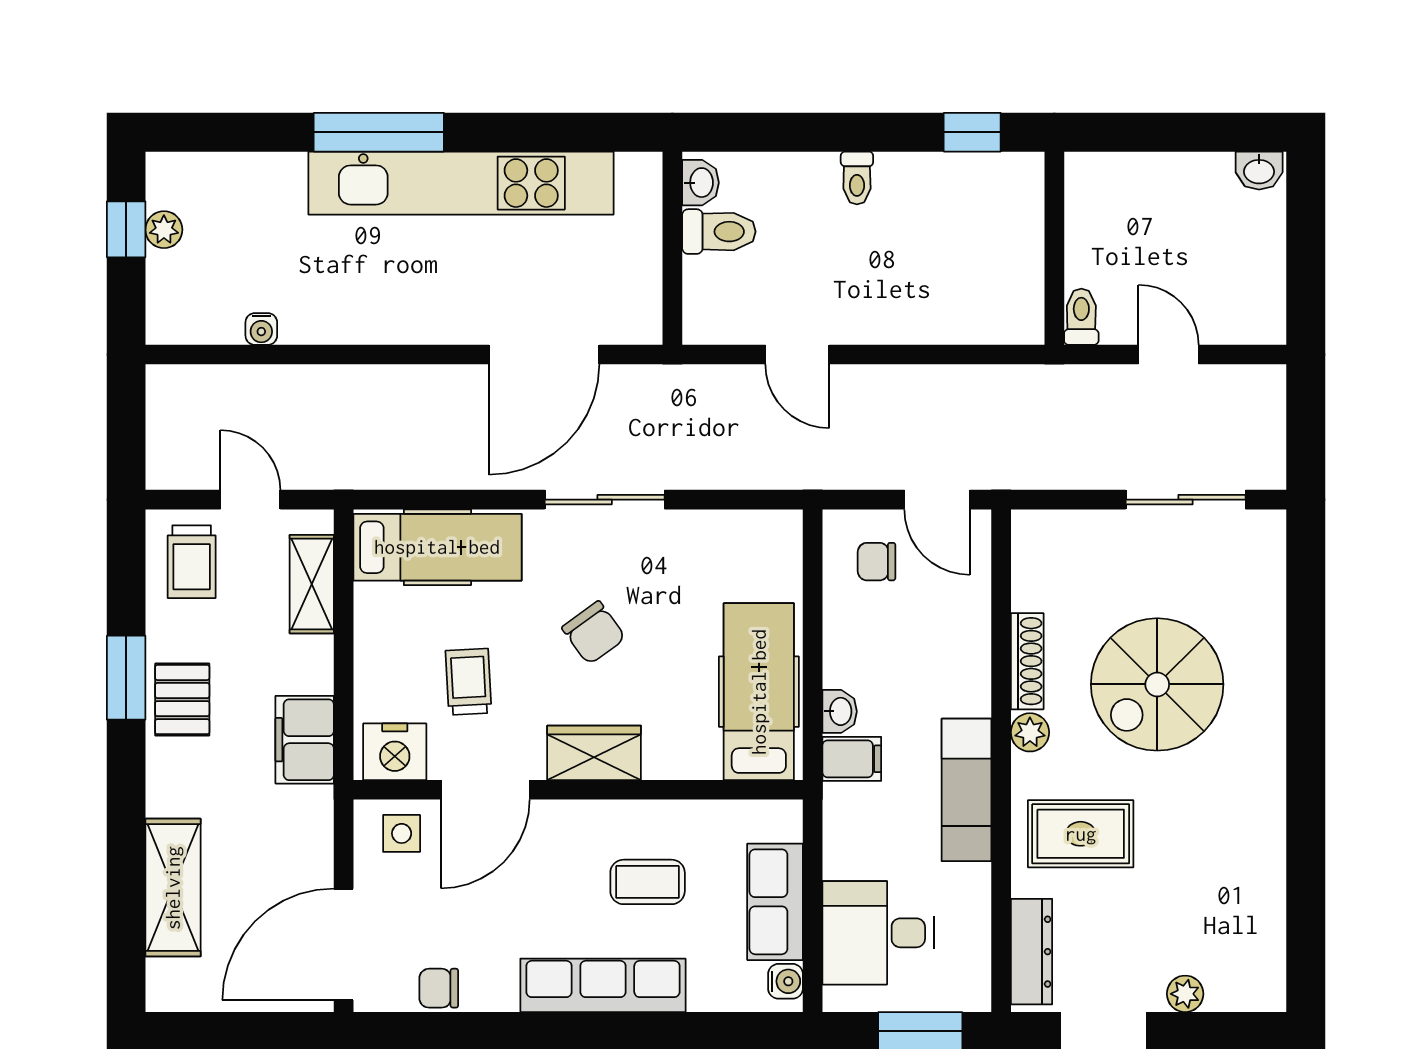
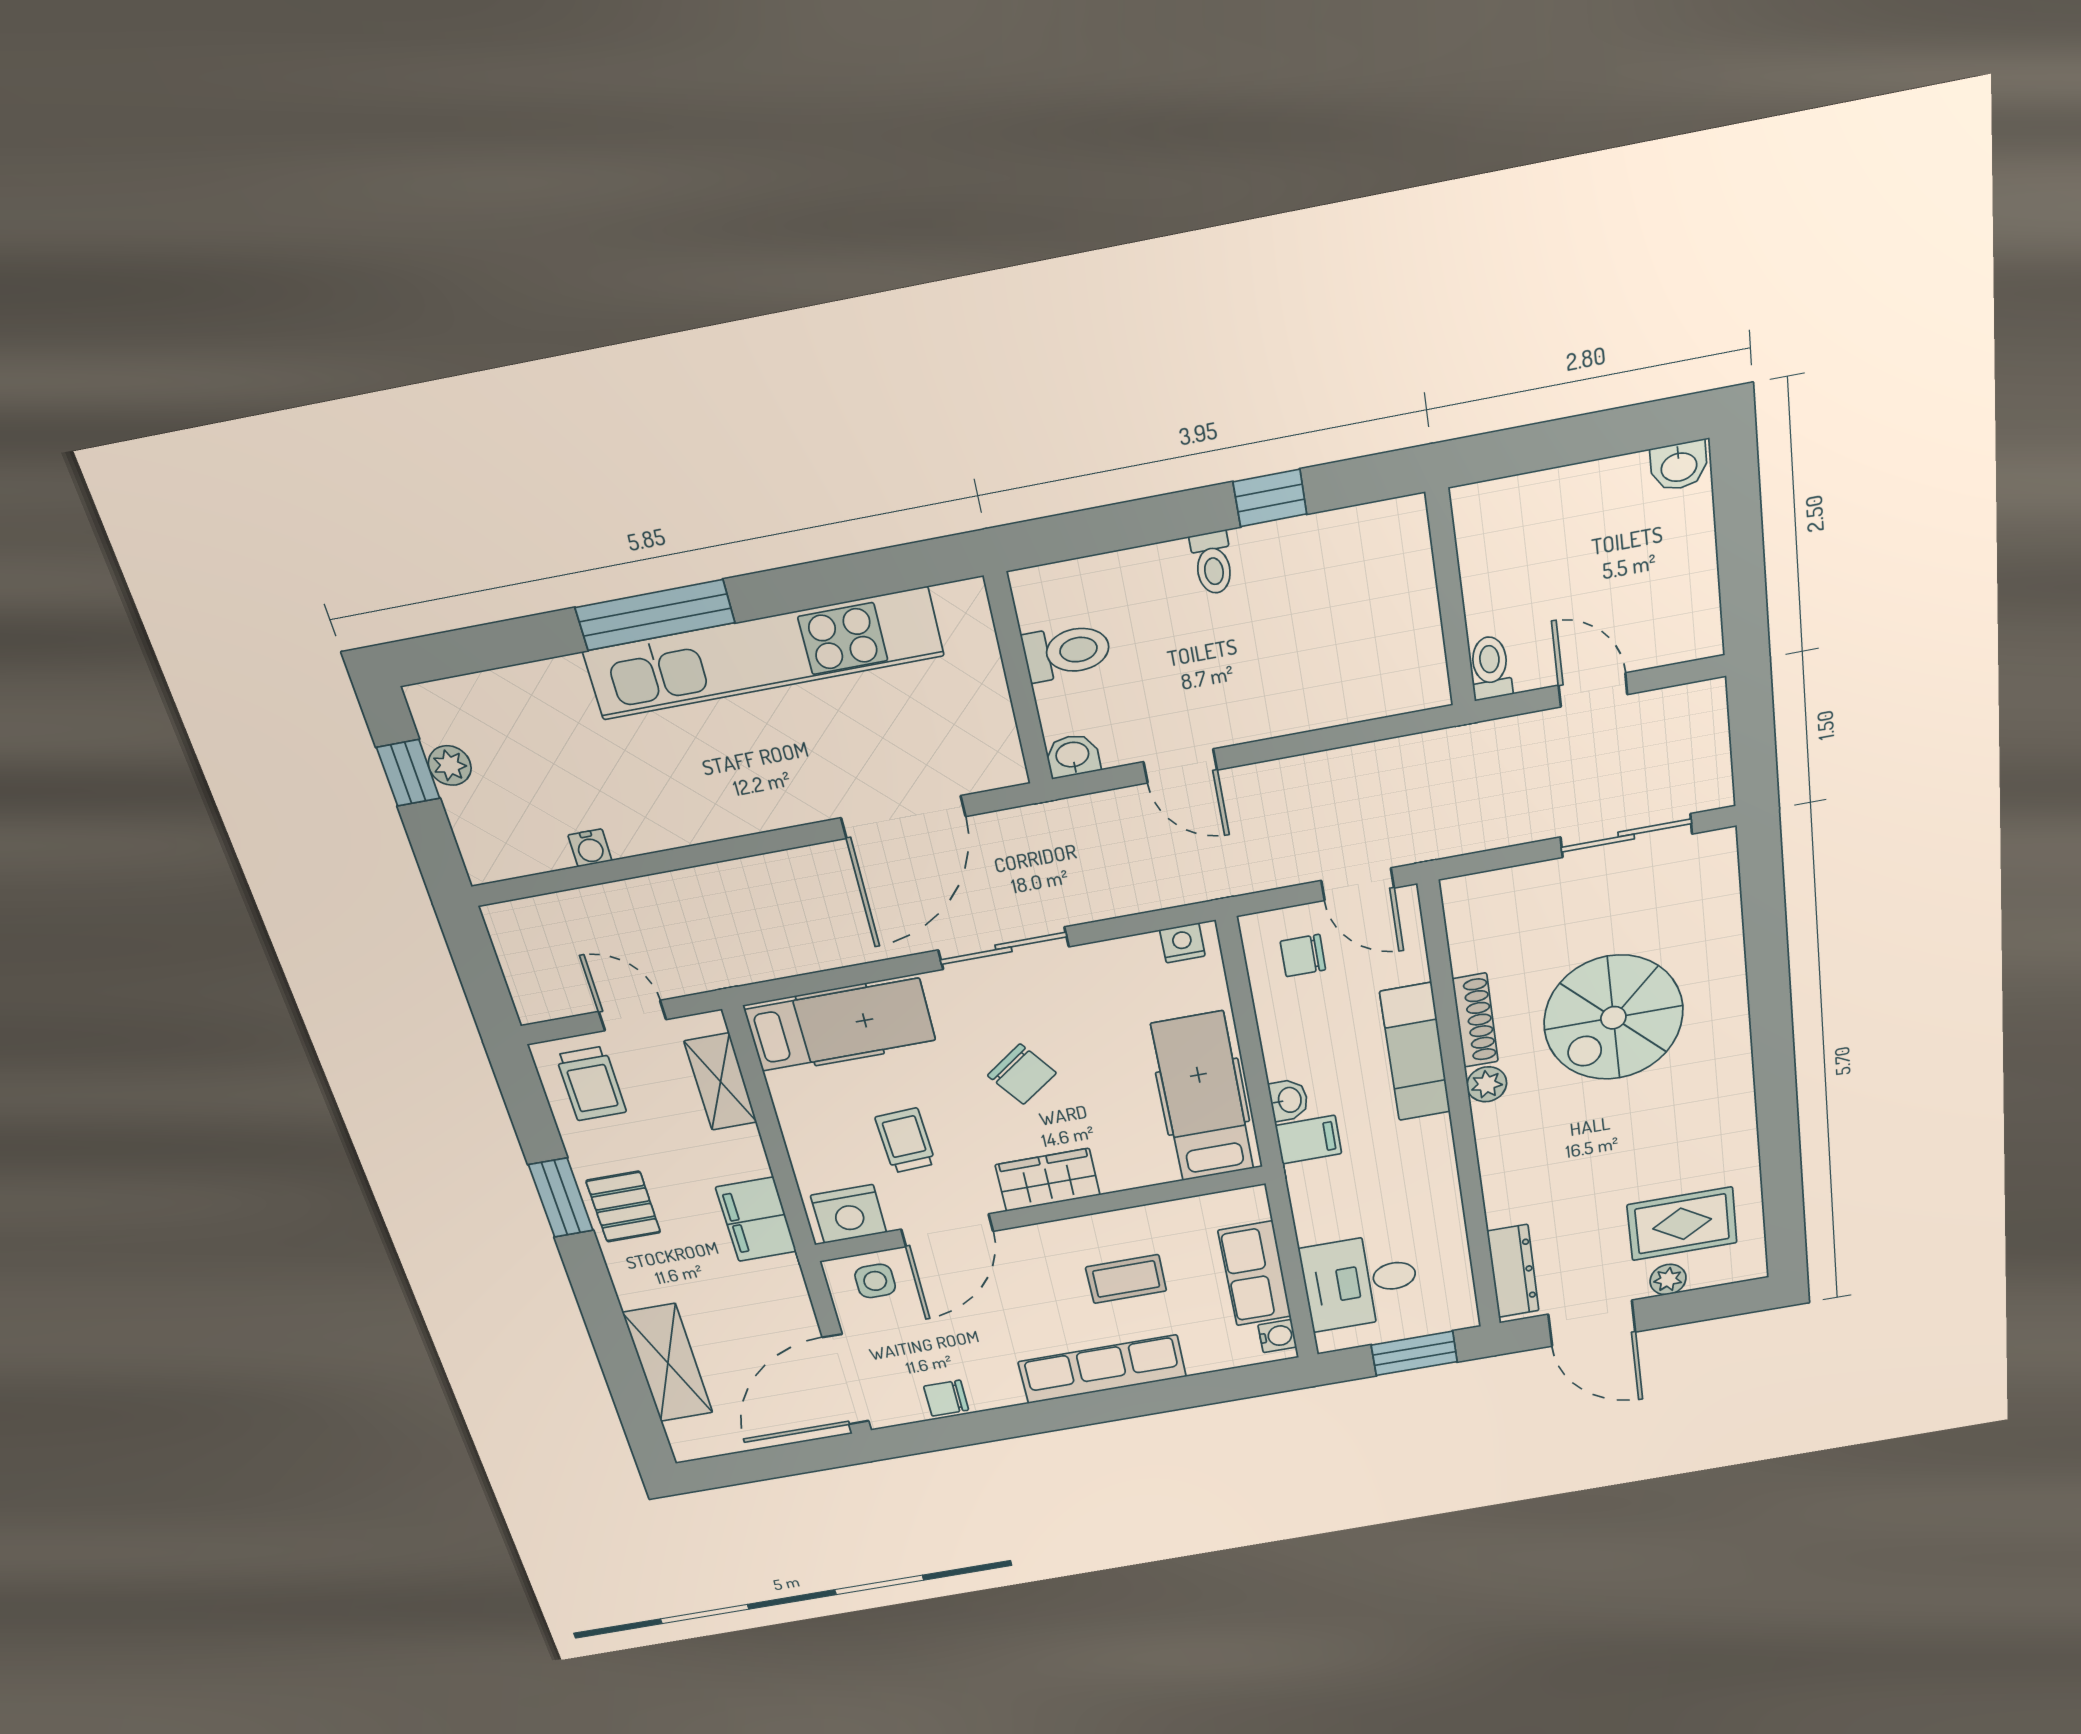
window: (972, 132) -> (1270, 498), moved
washbasin: (700, 183) -> (1073, 756), moved, turned -90
nightstand: (768, 527) -> (1182, 943), added
exam couch: (967, 790) -> (1415, 1052), moved
rug: (1081, 834) -> (1682, 1224), moved

